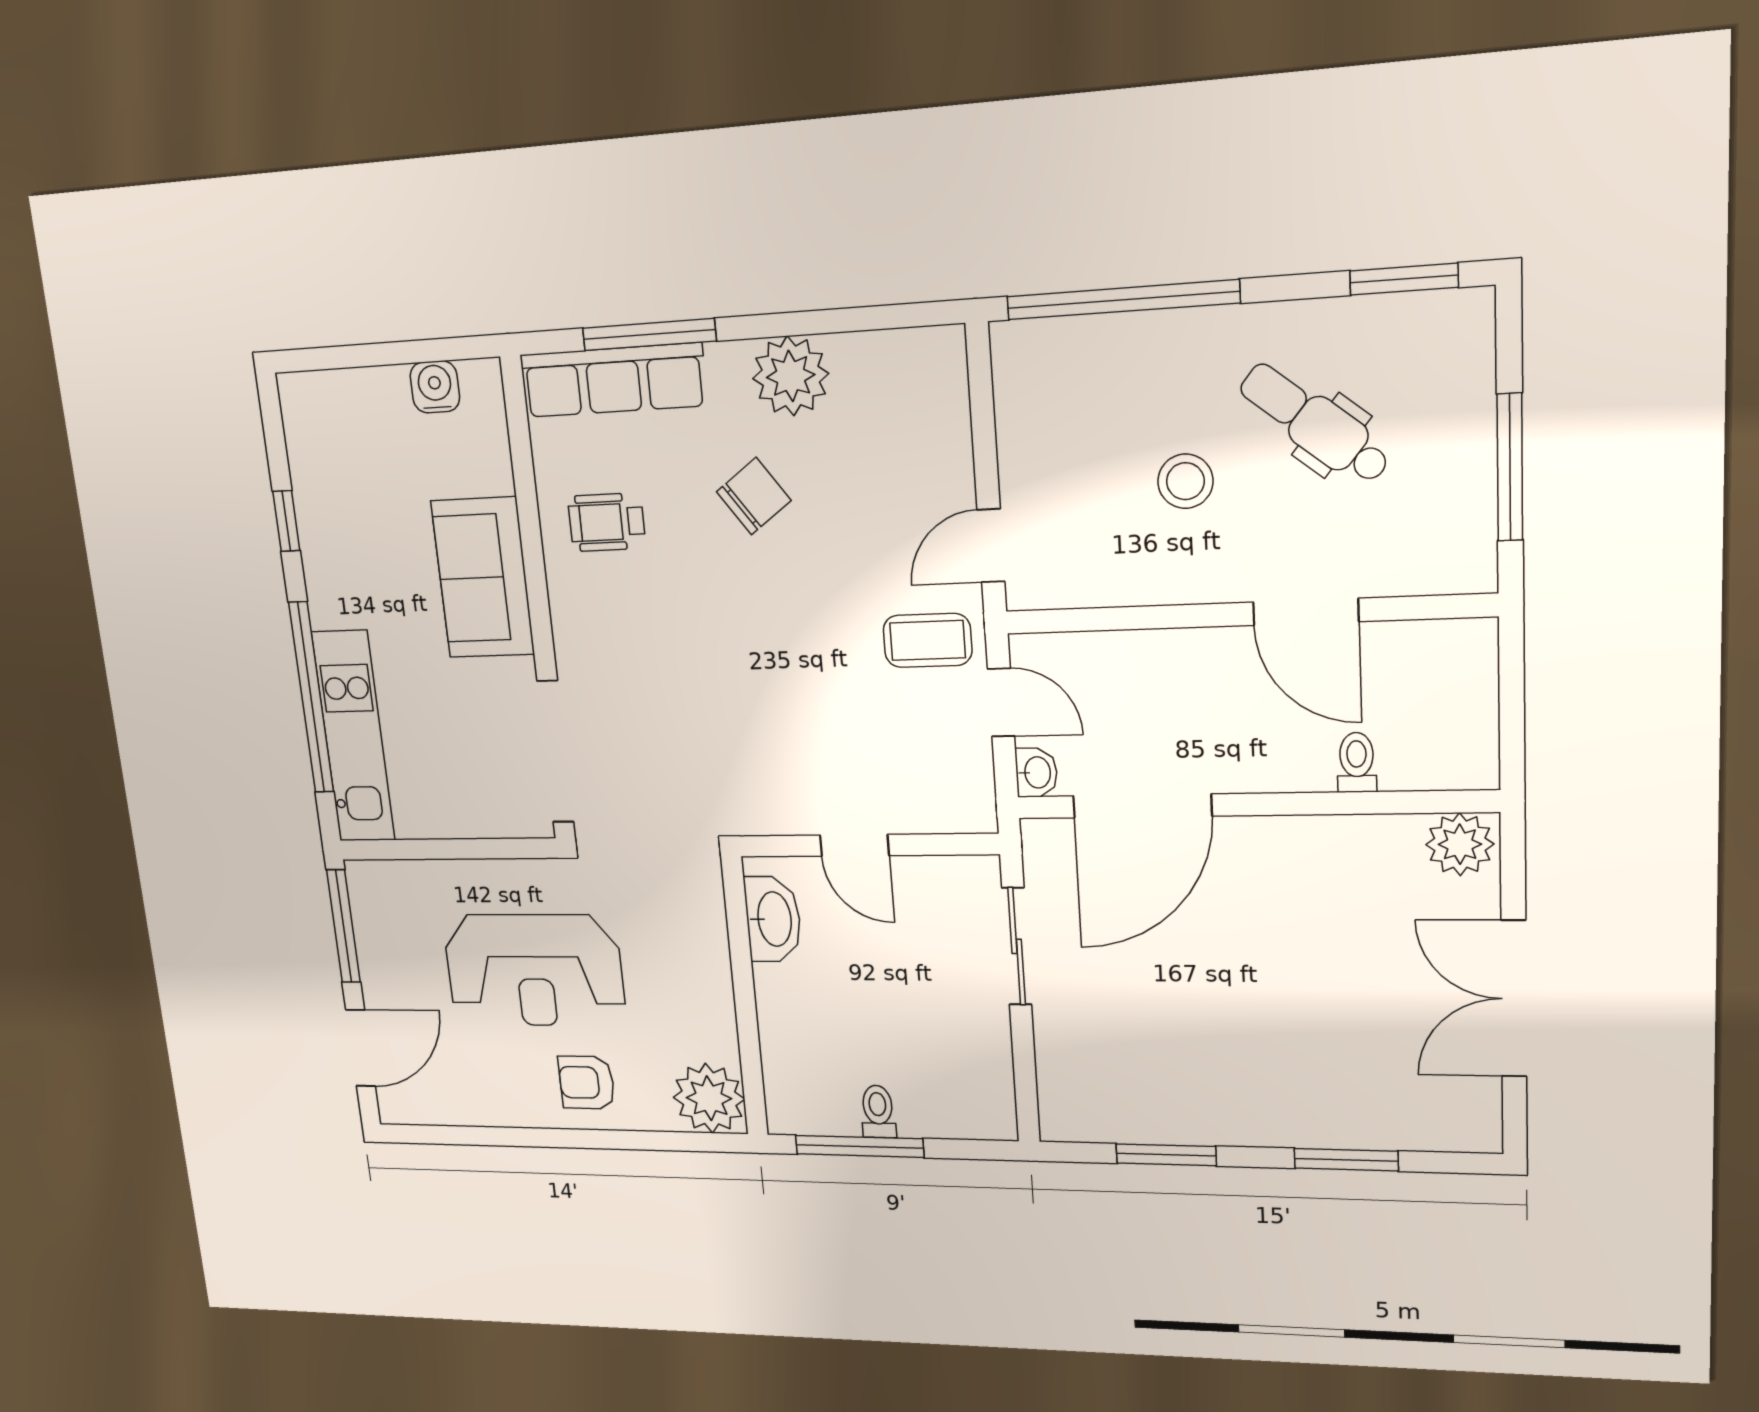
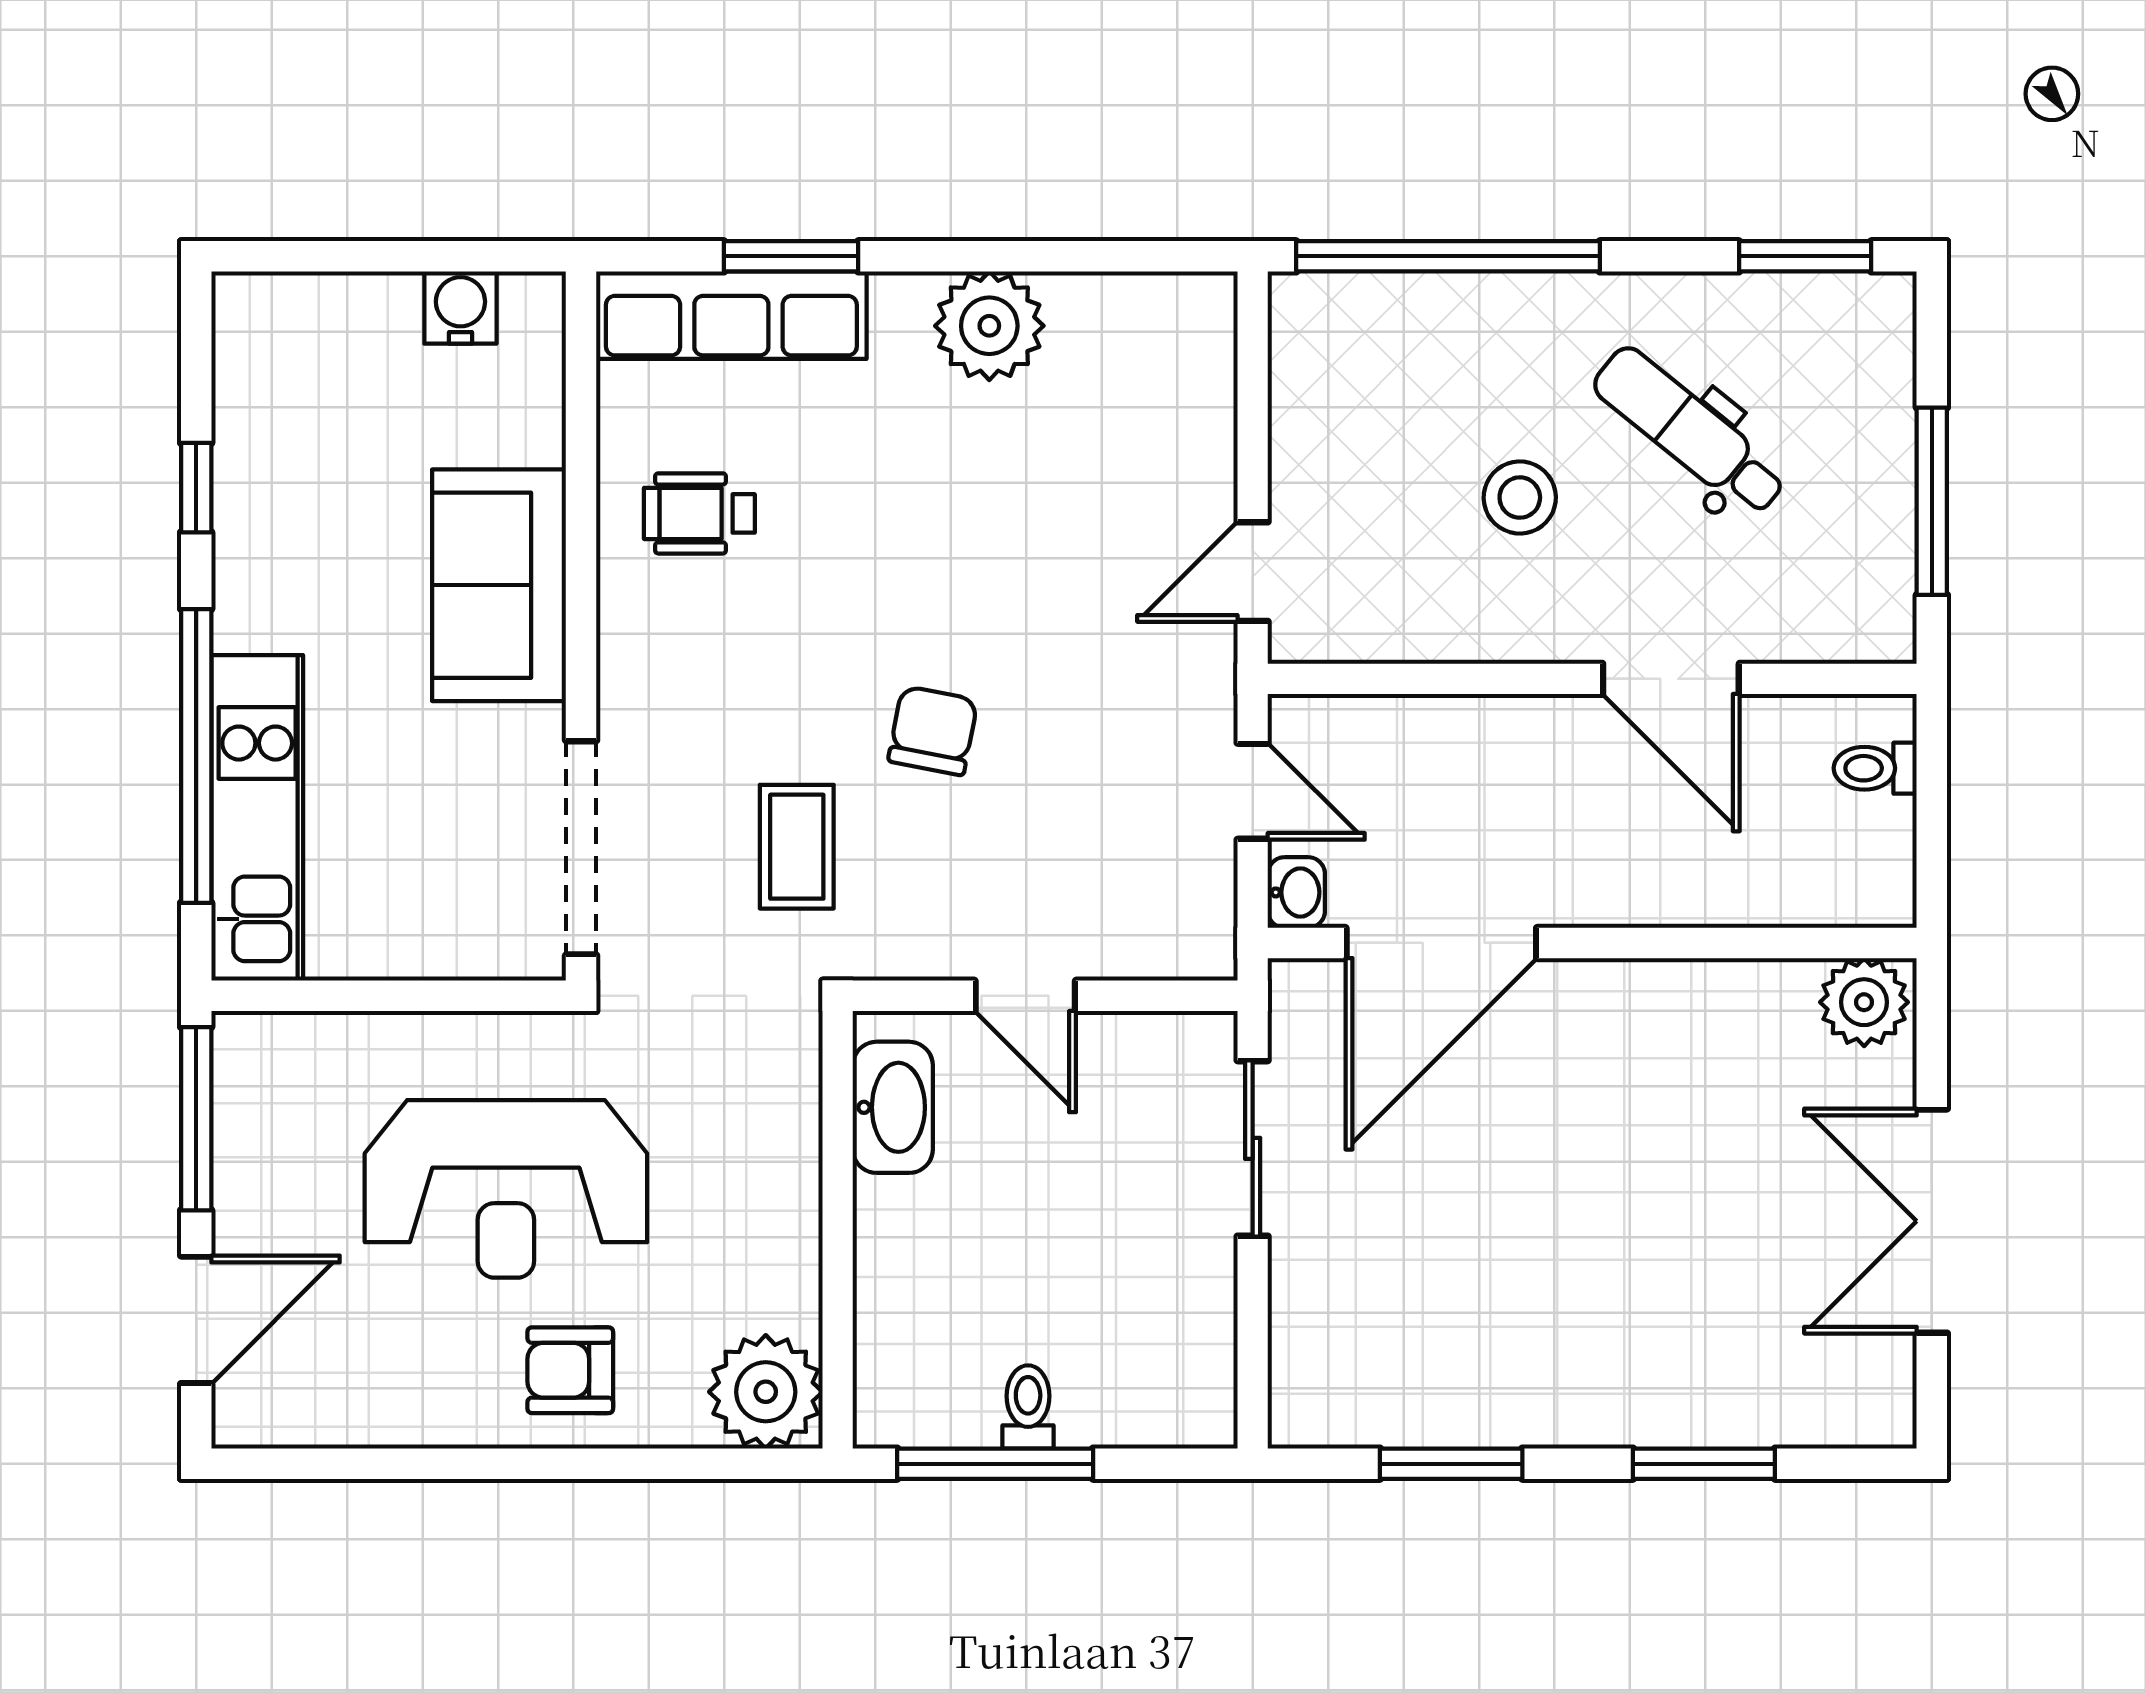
window: (649, 335) -> (791, 256), width x0.69
chair: (754, 496) -> (933, 731), moved, turned -43
coffee table: (927, 640) -> (797, 847), moved, turned 90
toilet: (1357, 762) -> (1875, 768), moved, turned -90

